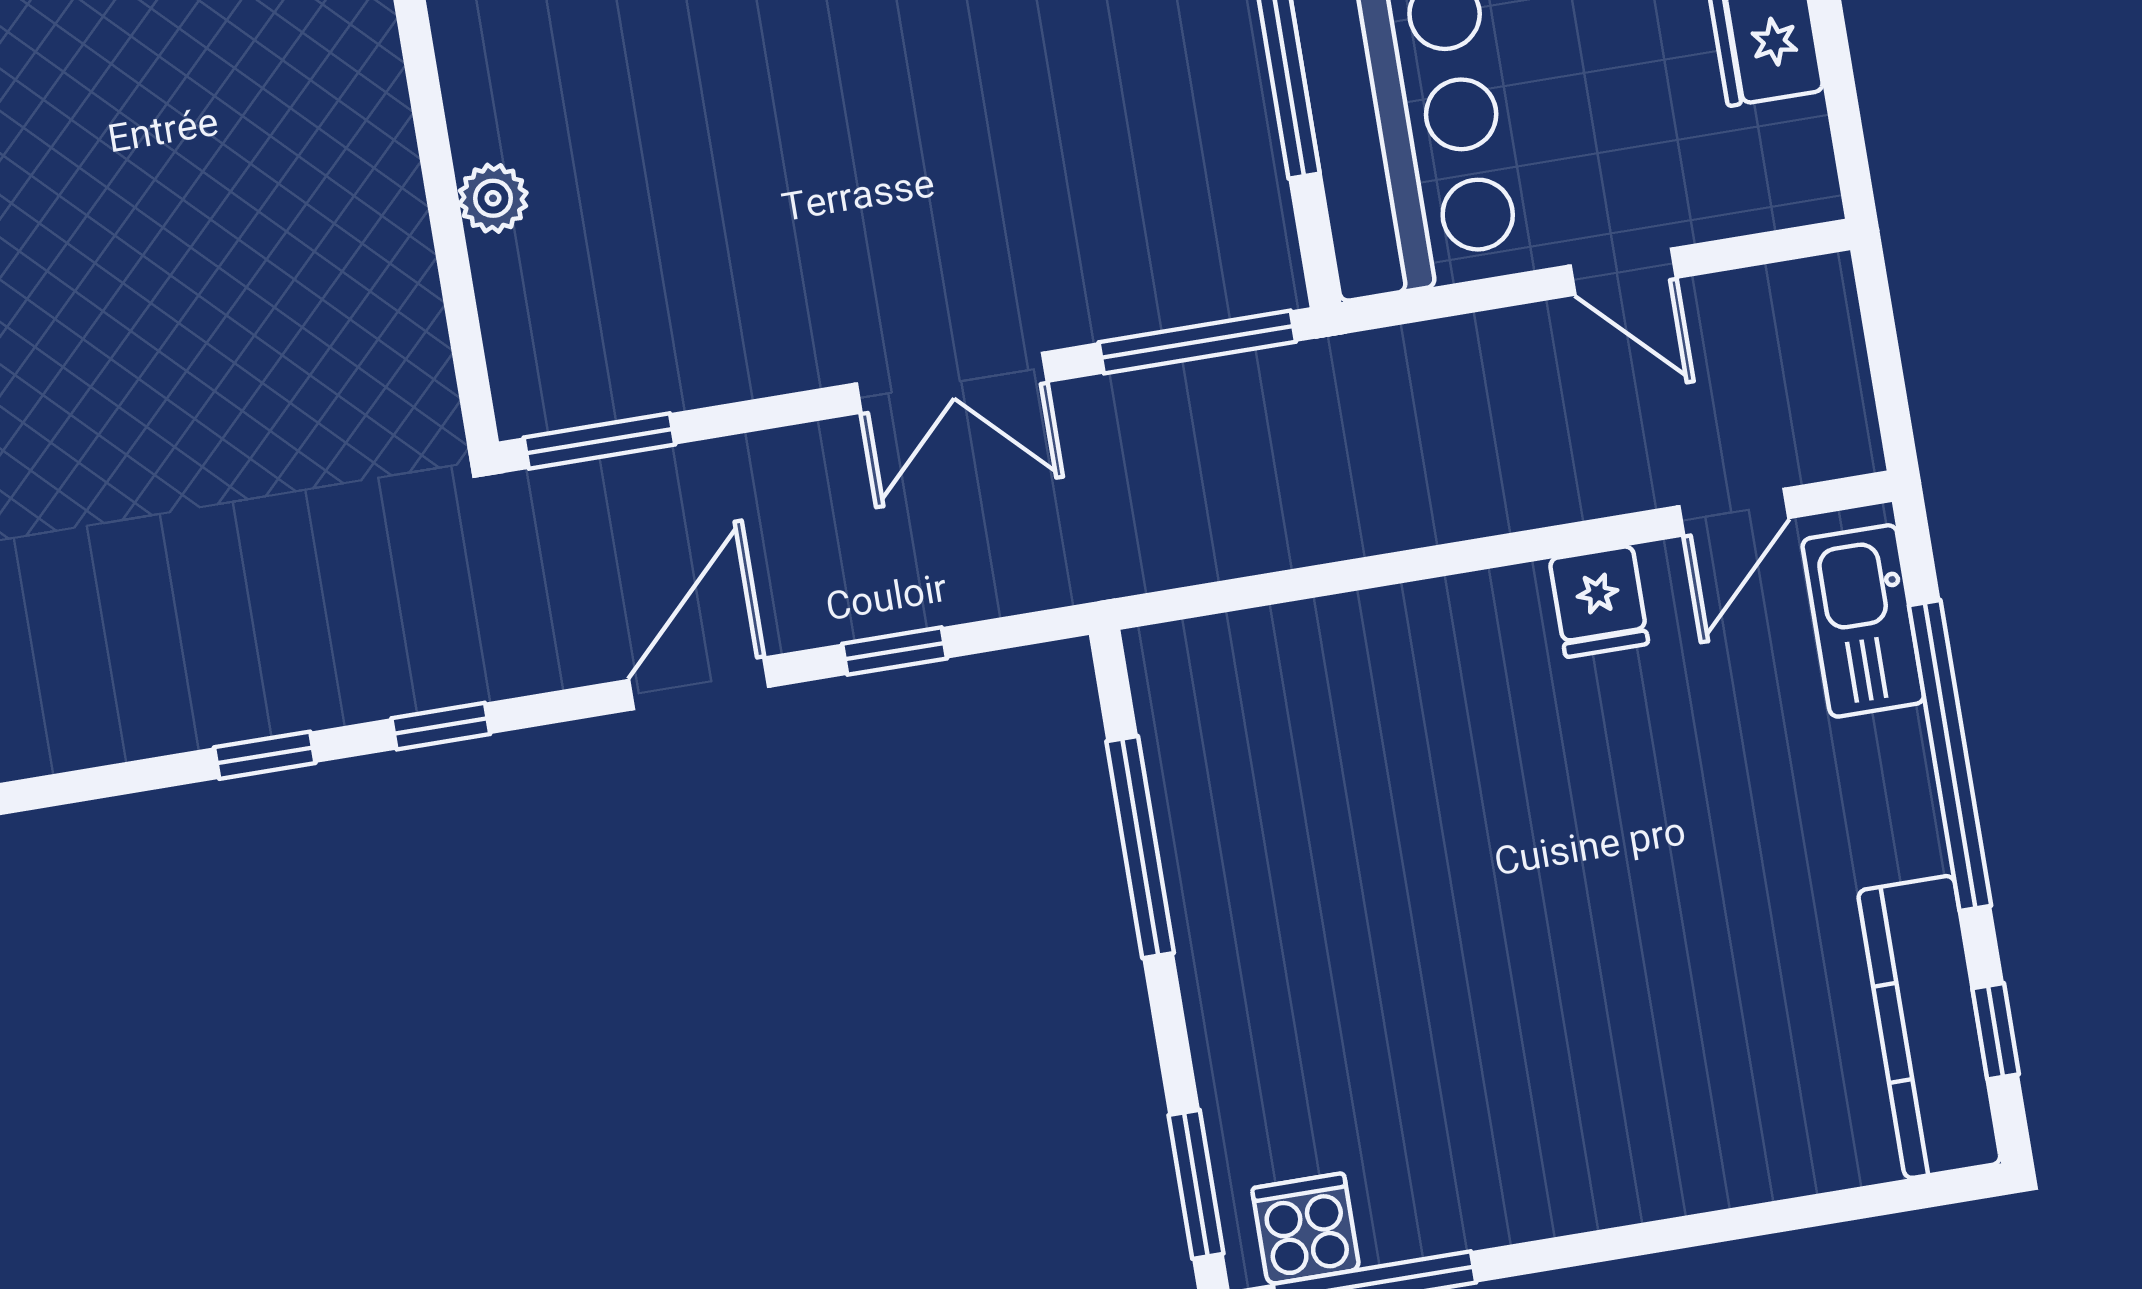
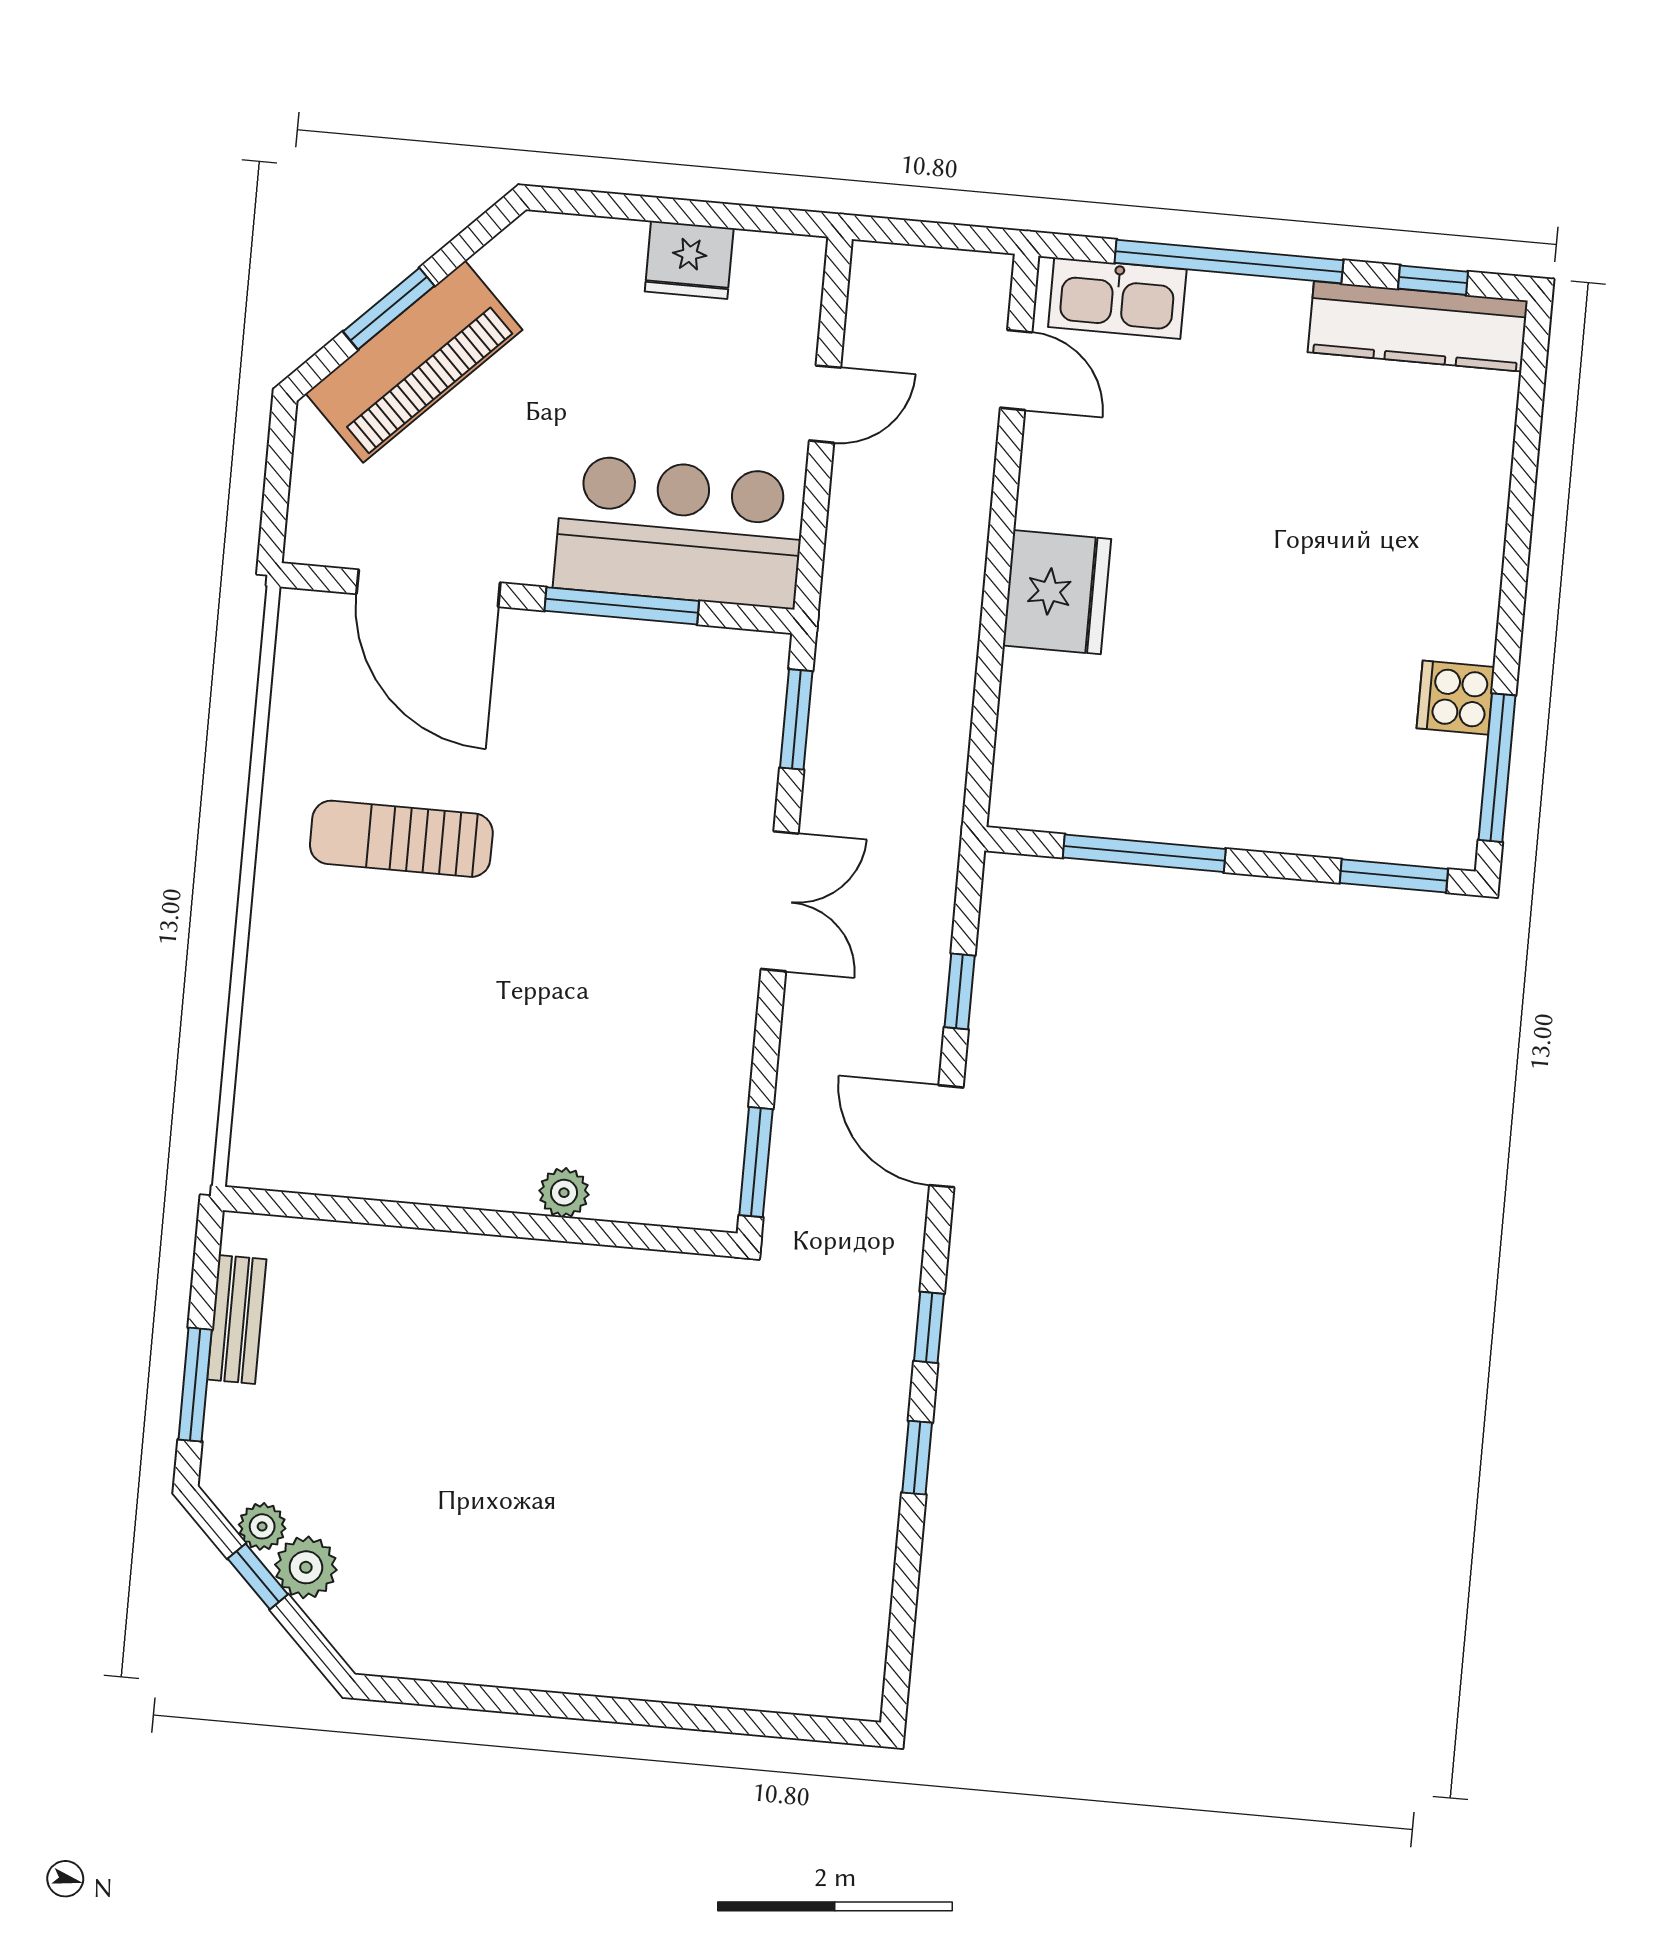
window: (1197, 342) -> (796, 719), width x0.69
fridge: (1599, 601) -> (1057, 592), moved, width x1.88, depth x1.34
cooker: (1306, 1229) -> (1456, 698), moved

